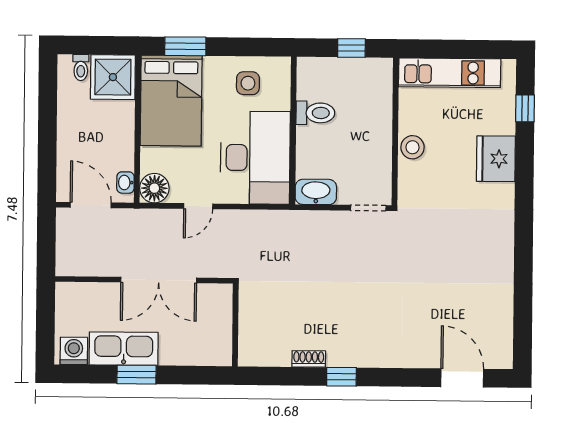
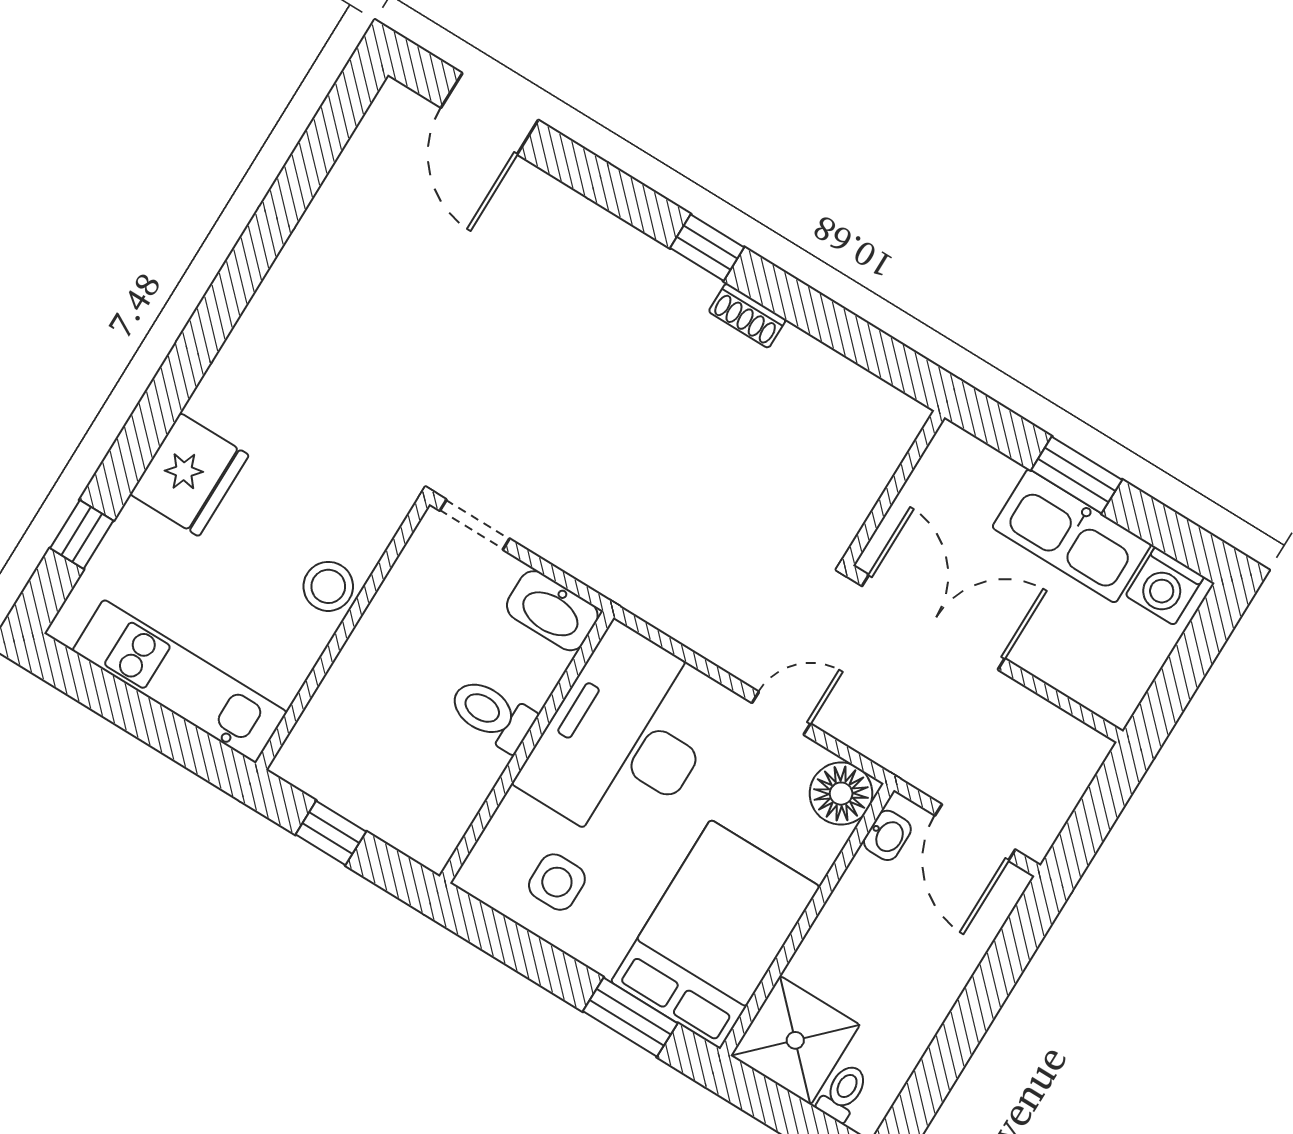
toilet: (315, 113) -> (492, 714), moved
wall: (235, 325) -> (894, 488), moved

